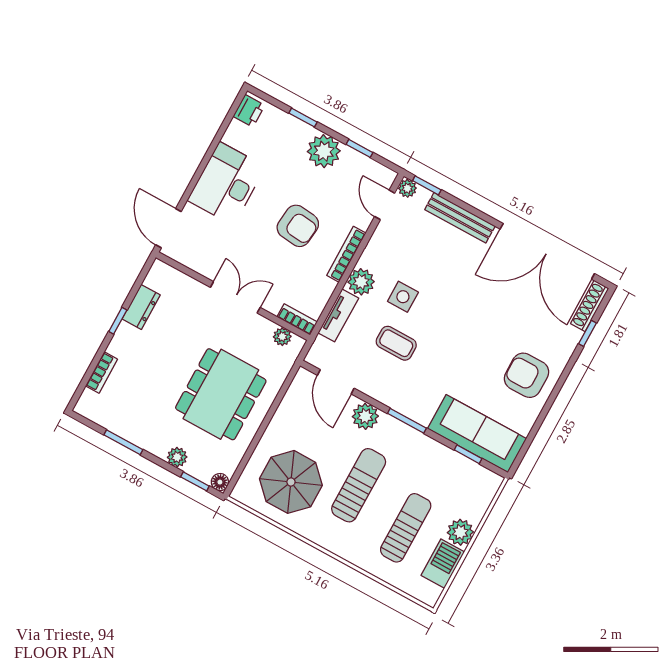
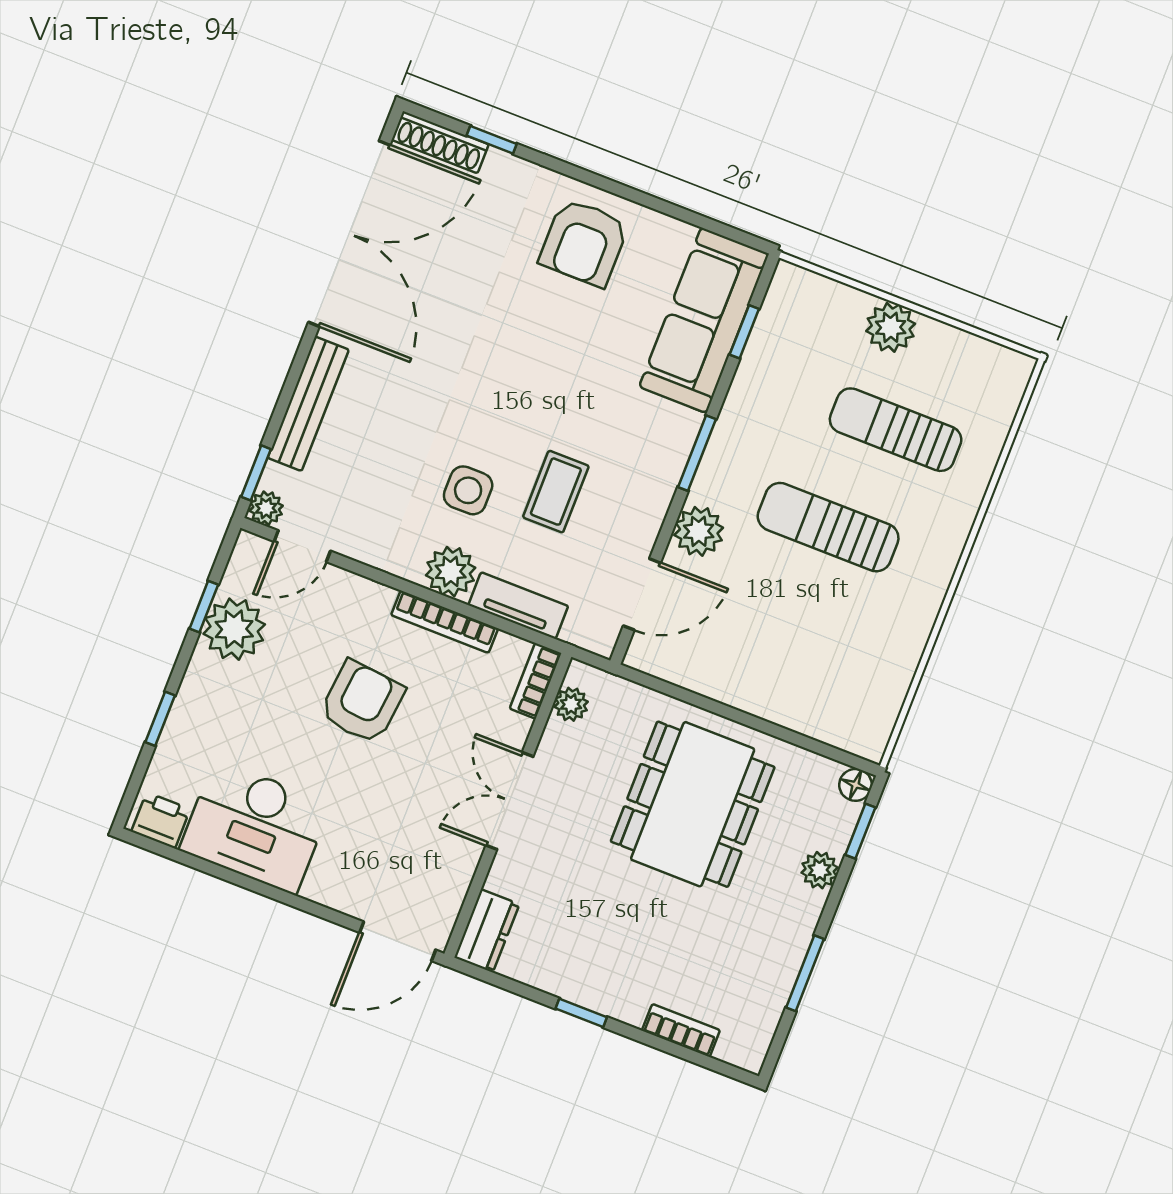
plant: (324, 151) -> (234, 629), moved
desk: (226, 183) -> (255, 827), moved
bookcase: (346, 254) -> (445, 622), moved
dresser: (141, 307) -> (487, 931), moved, turned 90
dining table: (221, 394) -> (693, 804), turned 90
parasol: (291, 482) -> (838, 653), removed
barbecue: (443, 564) -> (953, 352), removed

